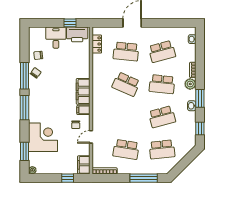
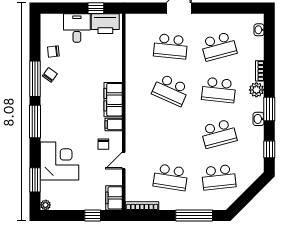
locker: (97, 44) -> (132, 36), removed

